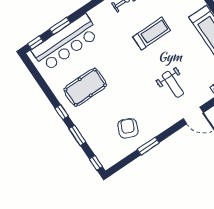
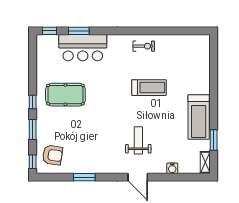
bar counter: (66, 43) -> (83, 48), width x0.73
weight bench: (173, 84) -> (138, 140), turned 180
armchair: (128, 128) -> (52, 155), moved, turned 74

